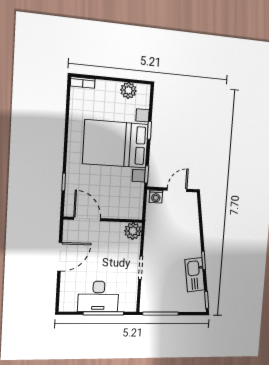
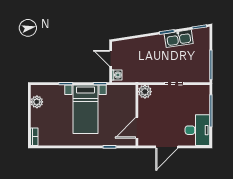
bed with nightstands: (116, 144) -> (85, 109), width x0.73
door: (60, 257) -> (167, 147), swing flipped
desk: (98, 297) -> (197, 130), moved

